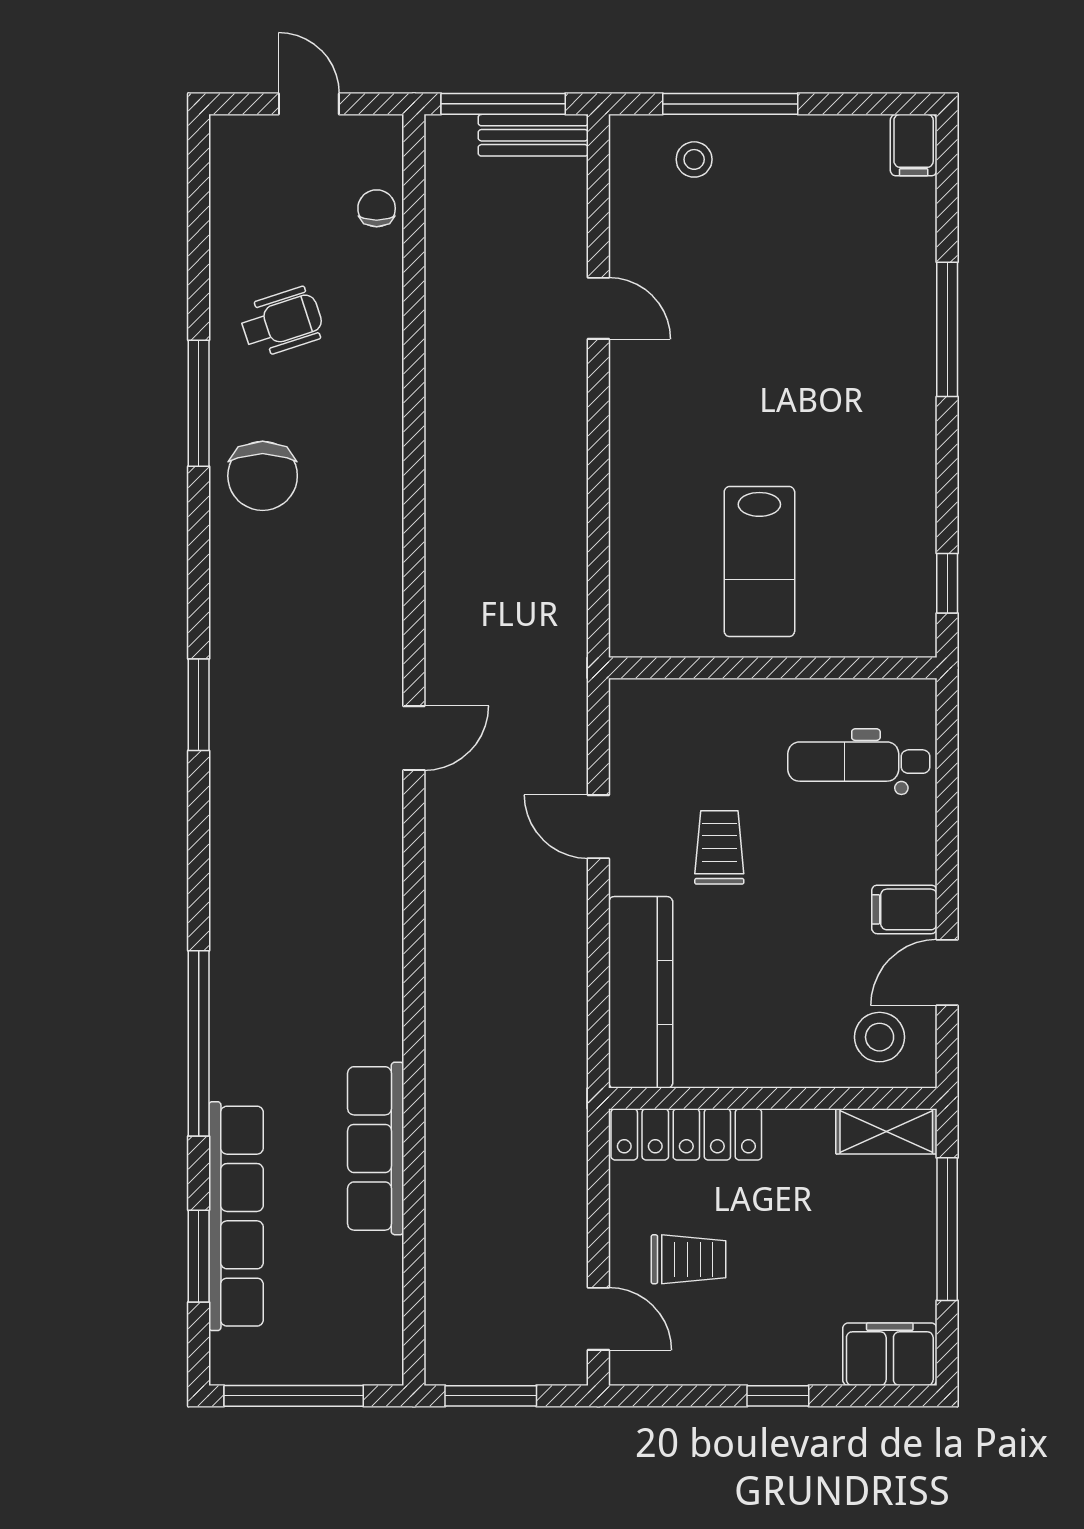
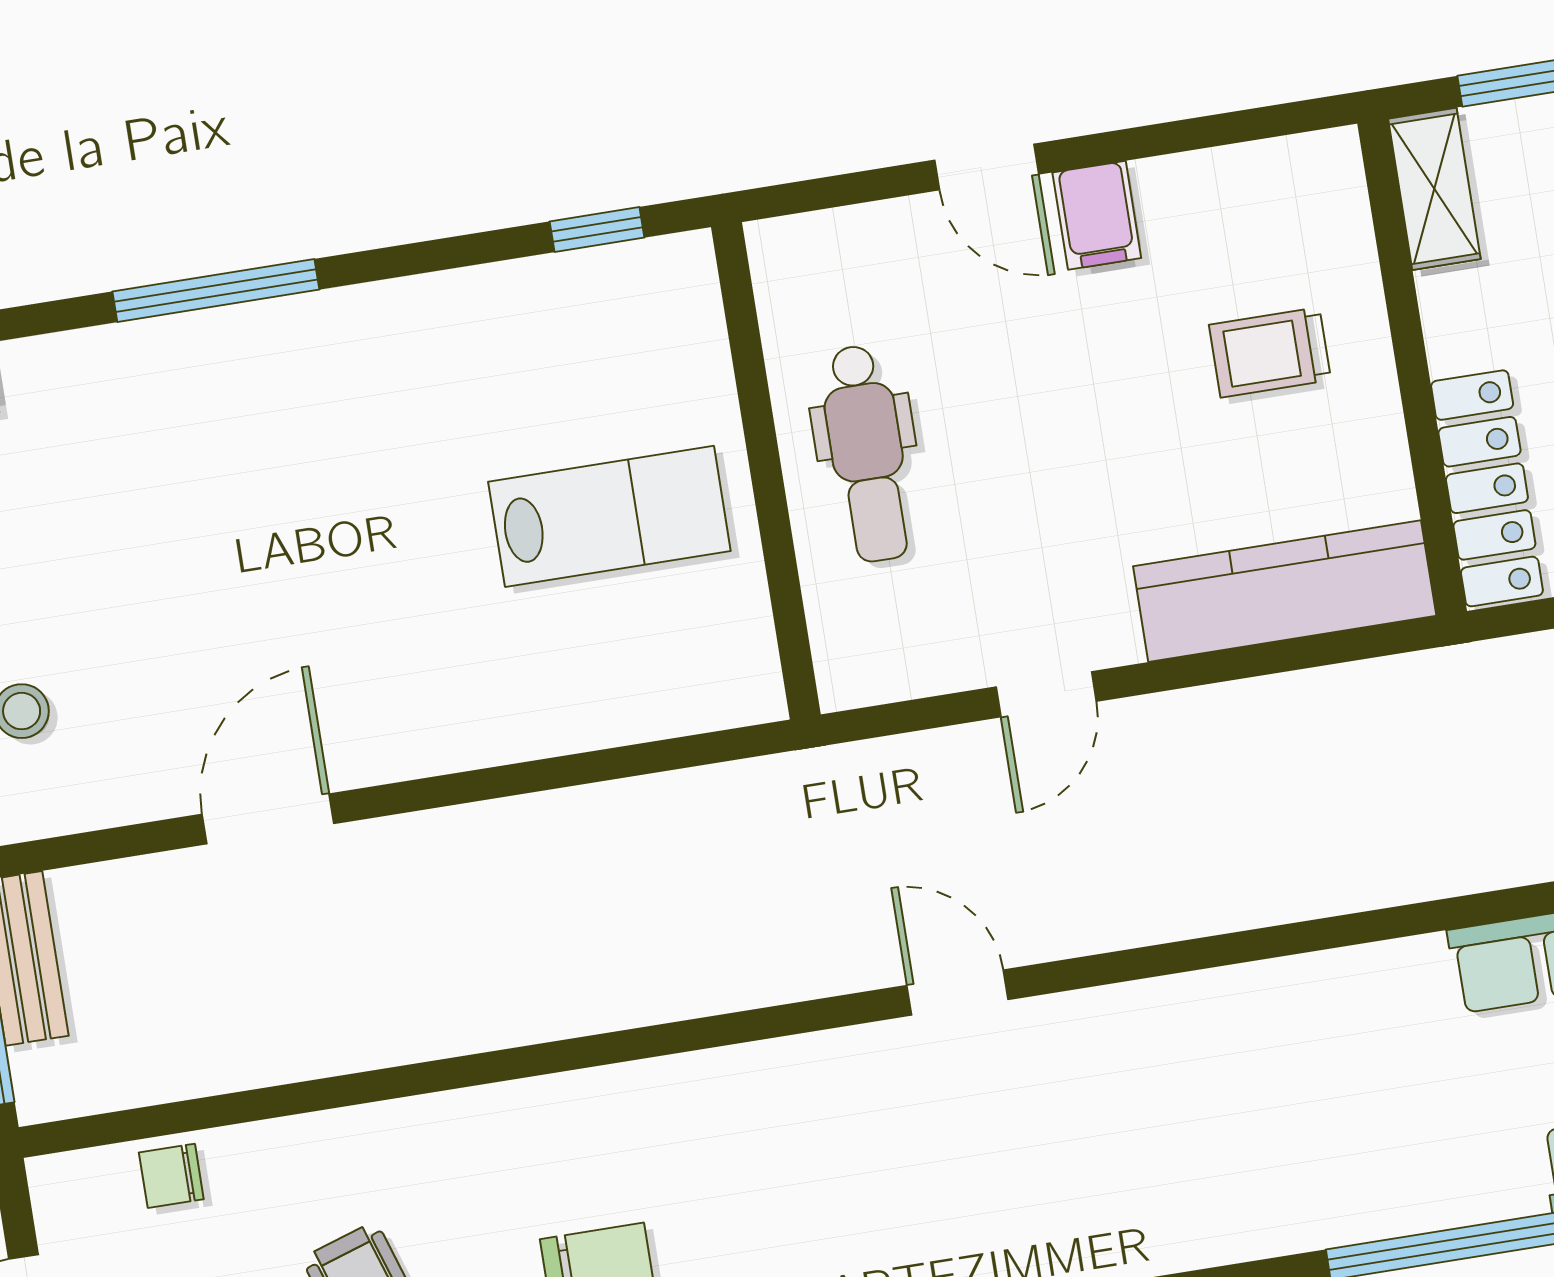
door: (598, 308) -> (268, 819), width x1.38
dental chair: (859, 762) -> (867, 453), moved
trolley: (719, 847) -> (1270, 352), moved
door: (947, 973) -> (987, 167), moved
stool: (880, 1037) -> (1294, 222), removed

